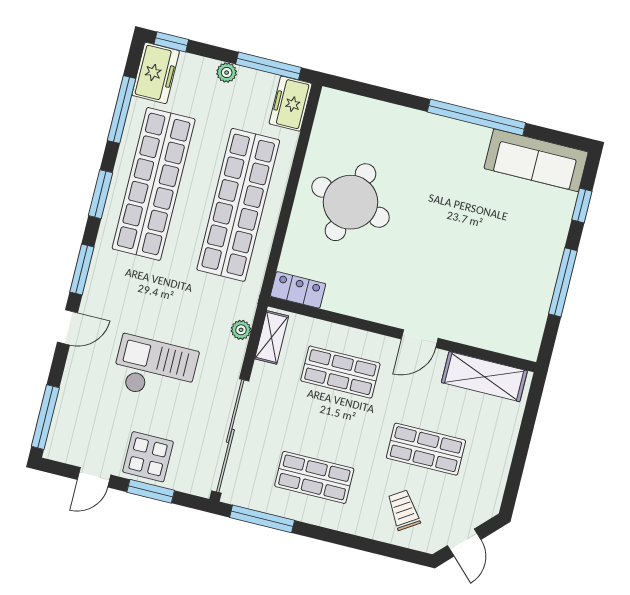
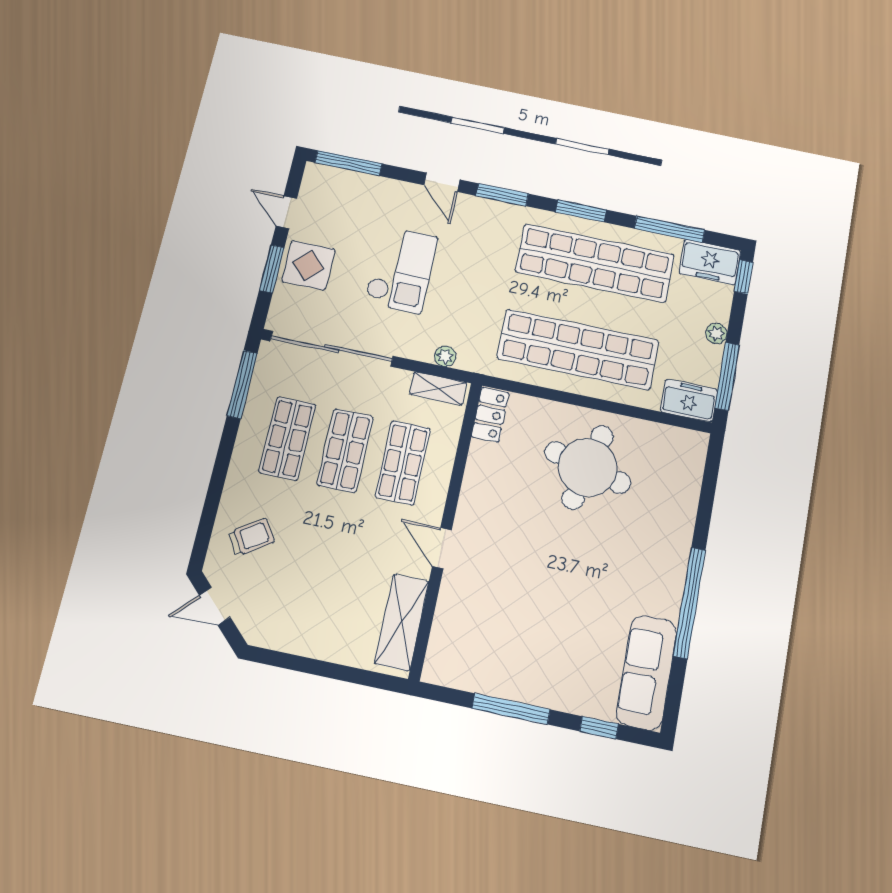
shop shelf: (426, 449) -> (345, 451), moved

